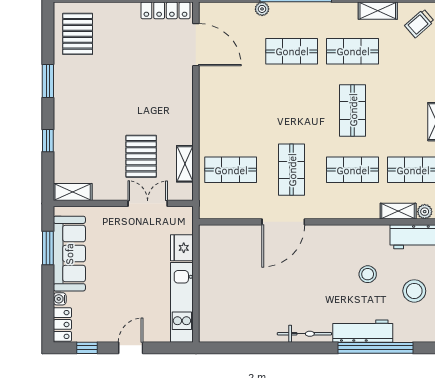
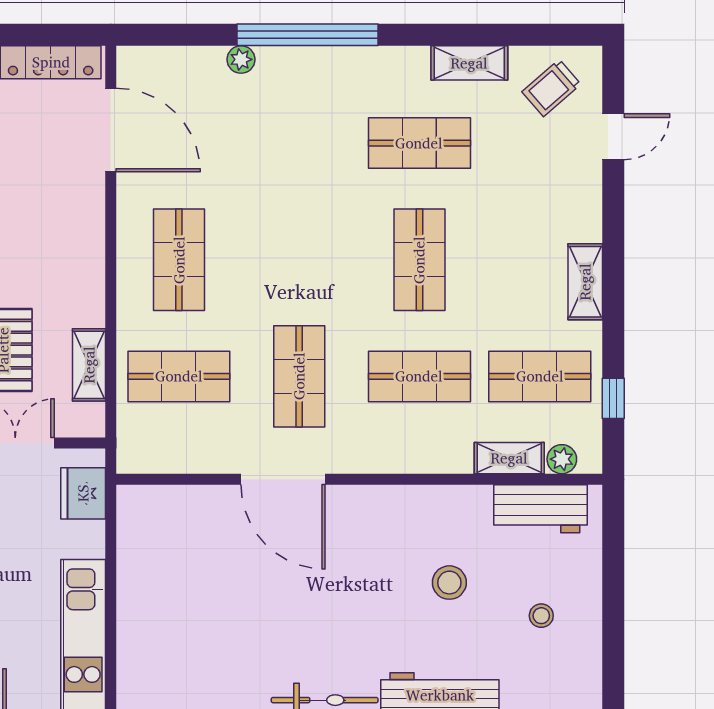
shop shelf: (292, 51) -> (179, 260), moved, turned 90
door: (283, 222) -> (283, 479), hinge flipped
fridge: (182, 248) -> (83, 493), moved
stool: (414, 291) -> (541, 616), width x0.53, depth x0.53

